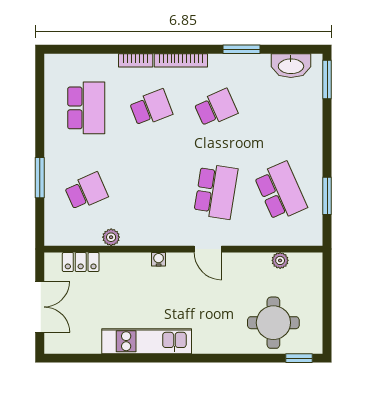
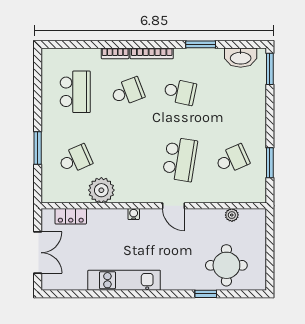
school desk: (216, 108) -> (180, 92), turned 36
school desk: (281, 191) -> (232, 159), width x0.54
plant: (111, 237) -> (101, 190), width x1.87, depth x1.87
window: (299, 358) -> (206, 294), moved

